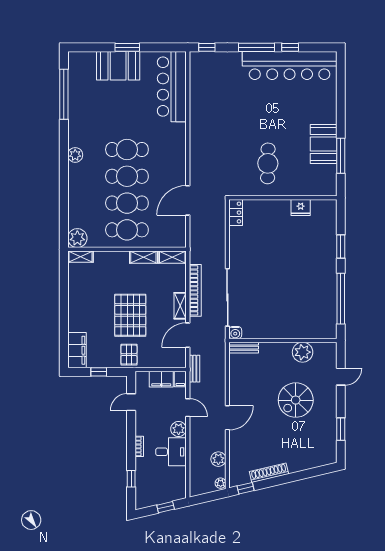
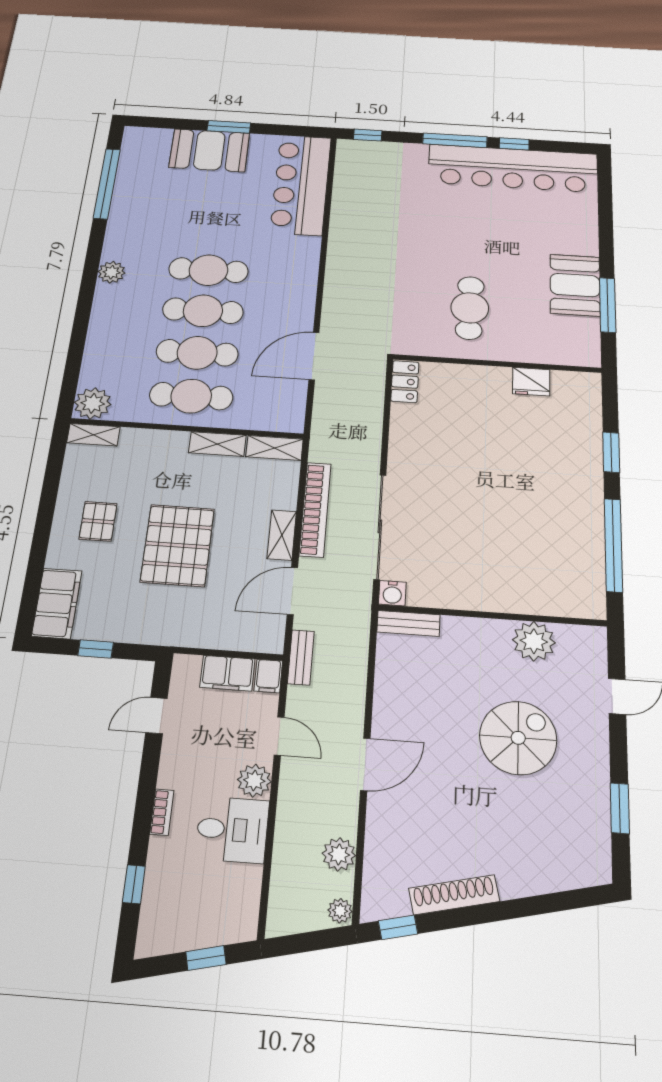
pallet: (129, 355) -> (98, 521), moved
spiral stairs: (296, 400) -> (518, 738), turned 180

